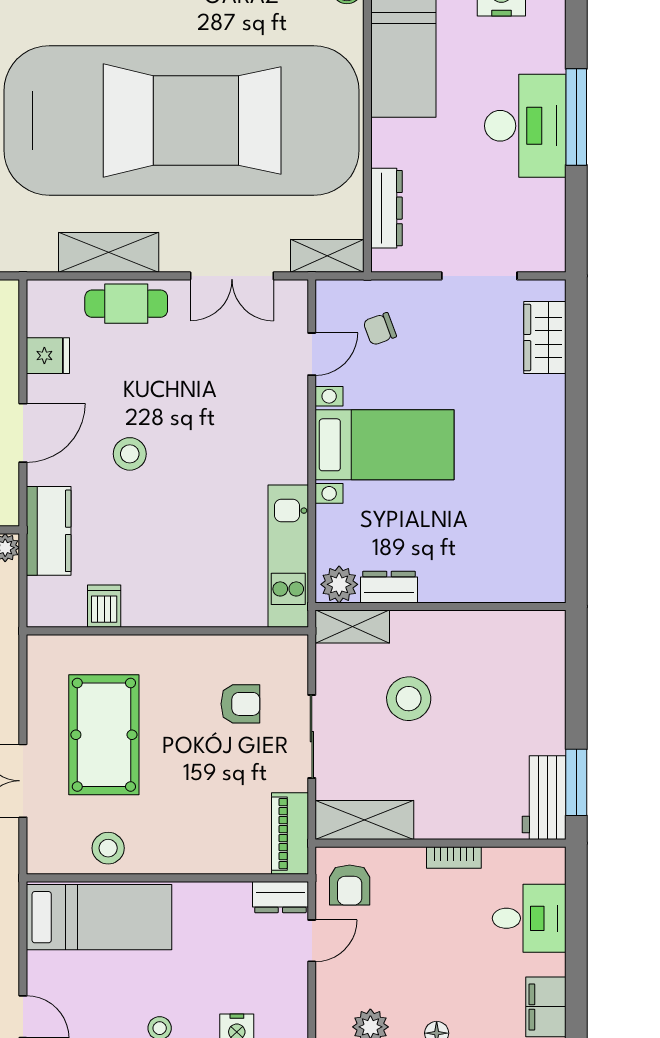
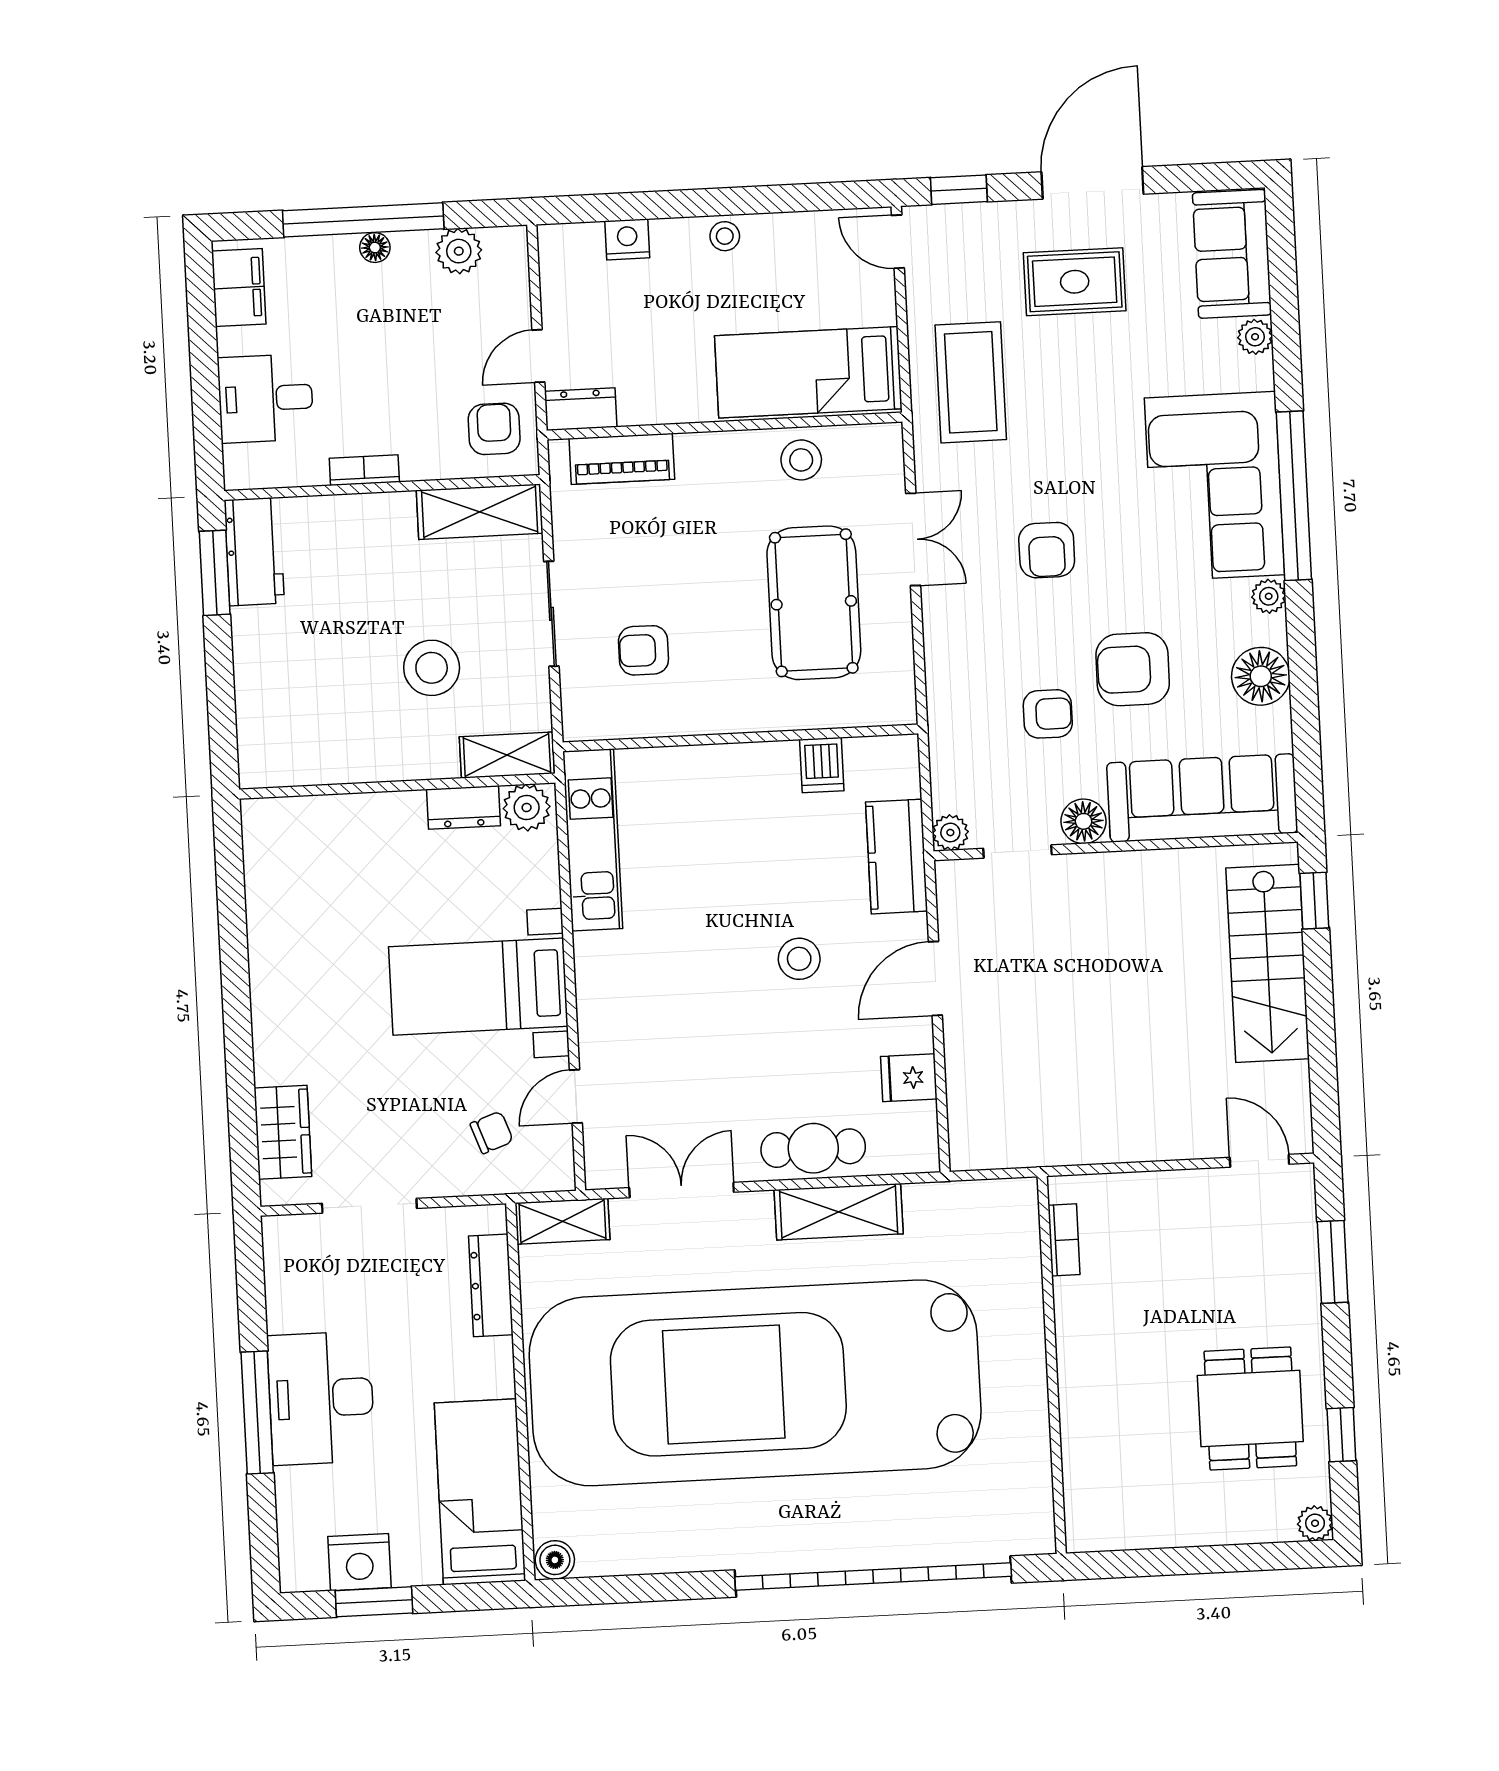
piano: (290, 834) -> (622, 459), moved, turned 90

